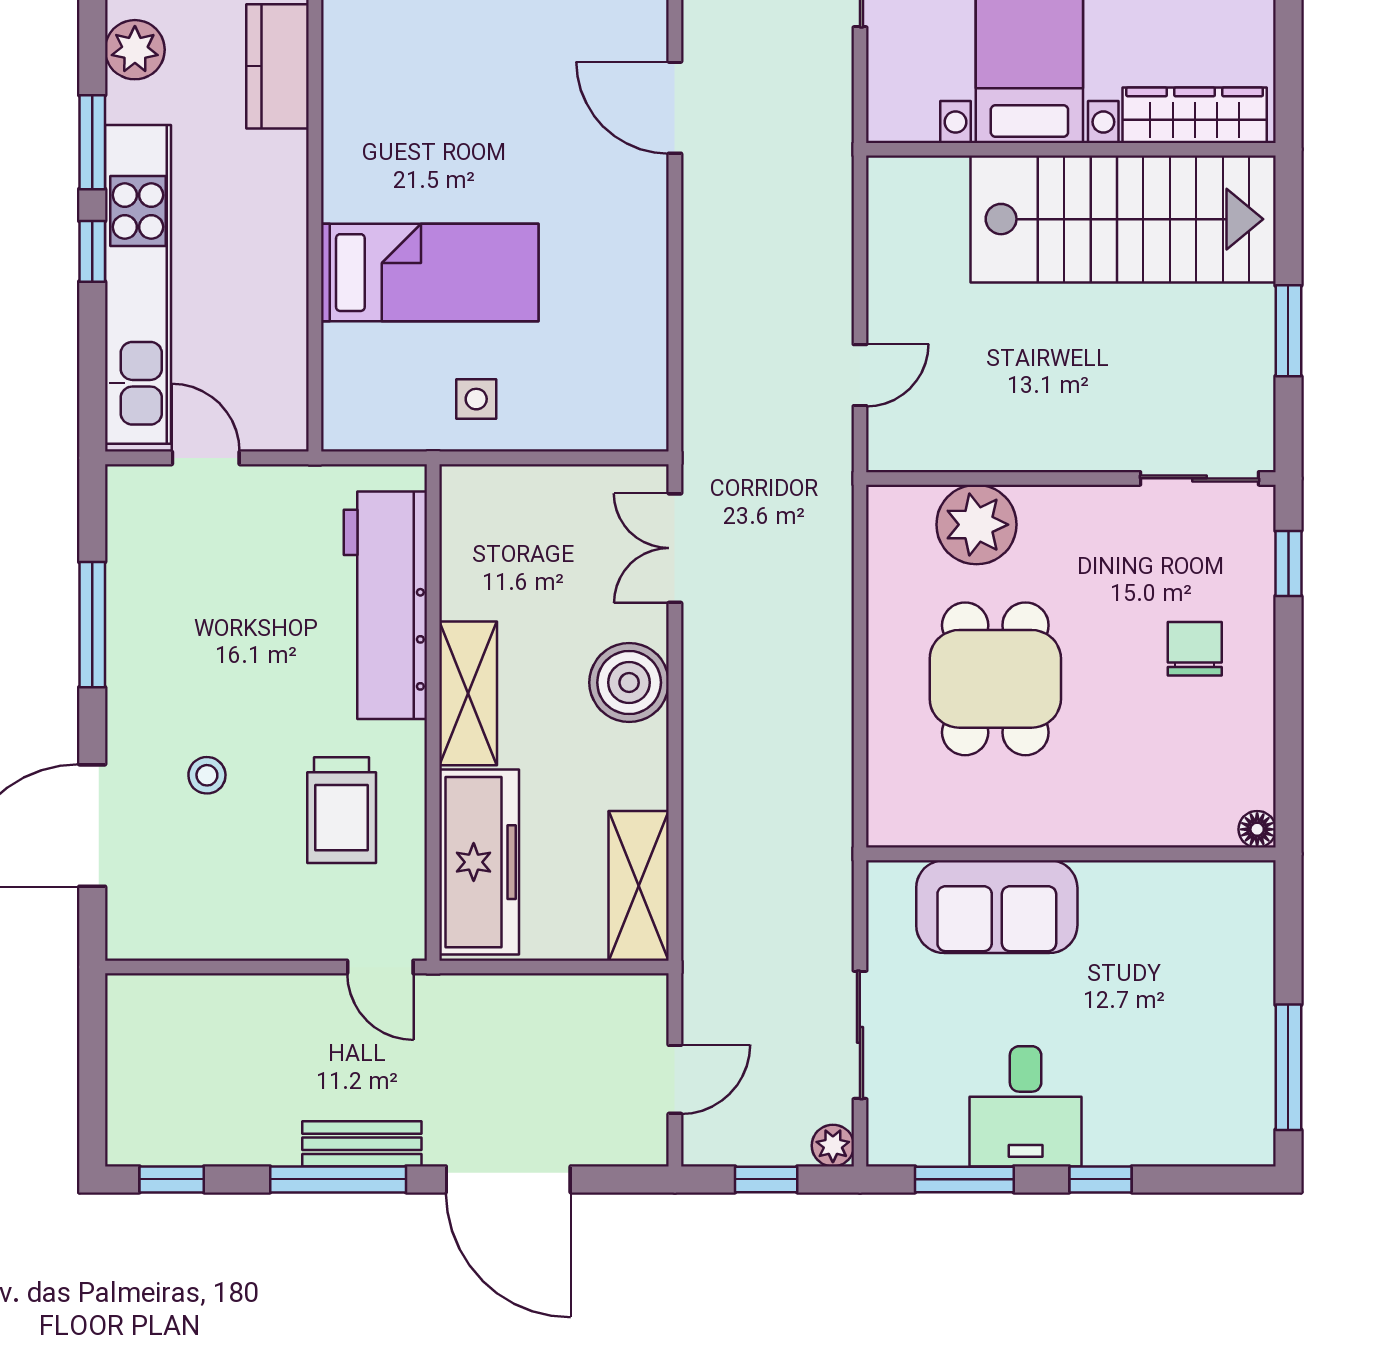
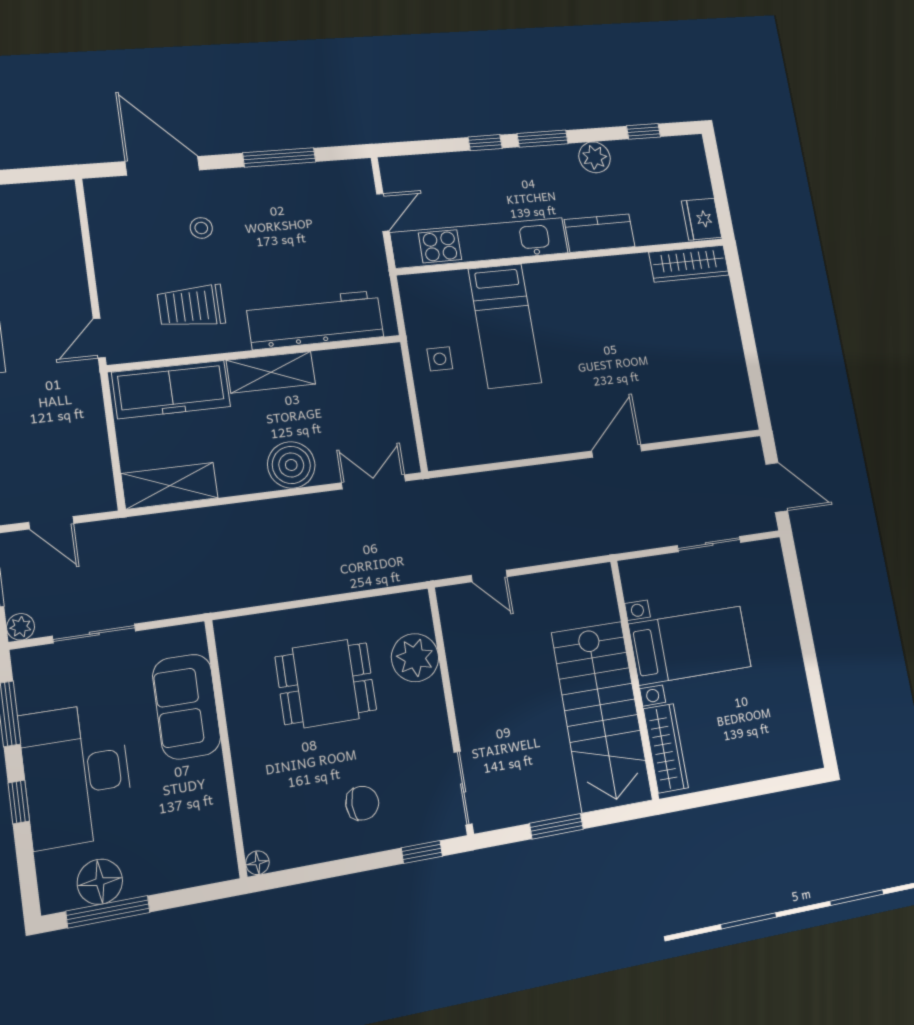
kitchen unit: (138, 284) -> (480, 243), moved, turned 180
floor lamp: (1241, 1074) -> (100, 882), added
desk: (1026, 1106) -> (77, 775), width x1.87, depth x1.30

